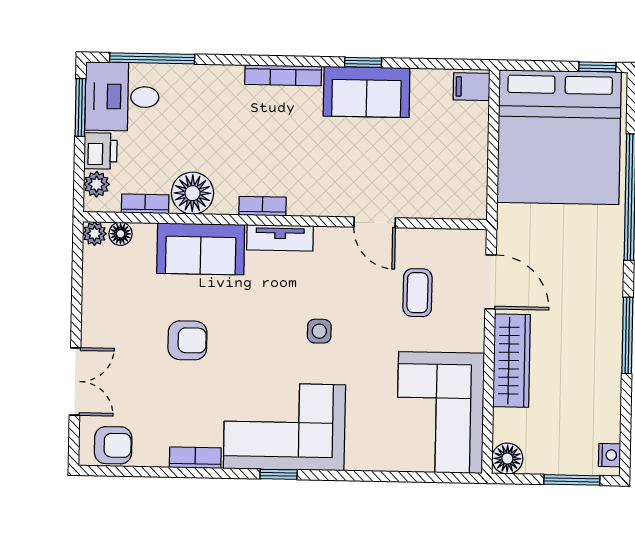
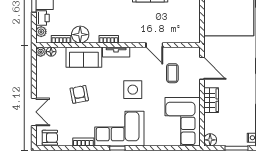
side table: (319, 331) -> (133, 90), width x1.87, depth x1.87
armchair: (187, 340) -> (79, 94), turned -101
wardrobe: (512, 361) -> (211, 100), width x0.67

